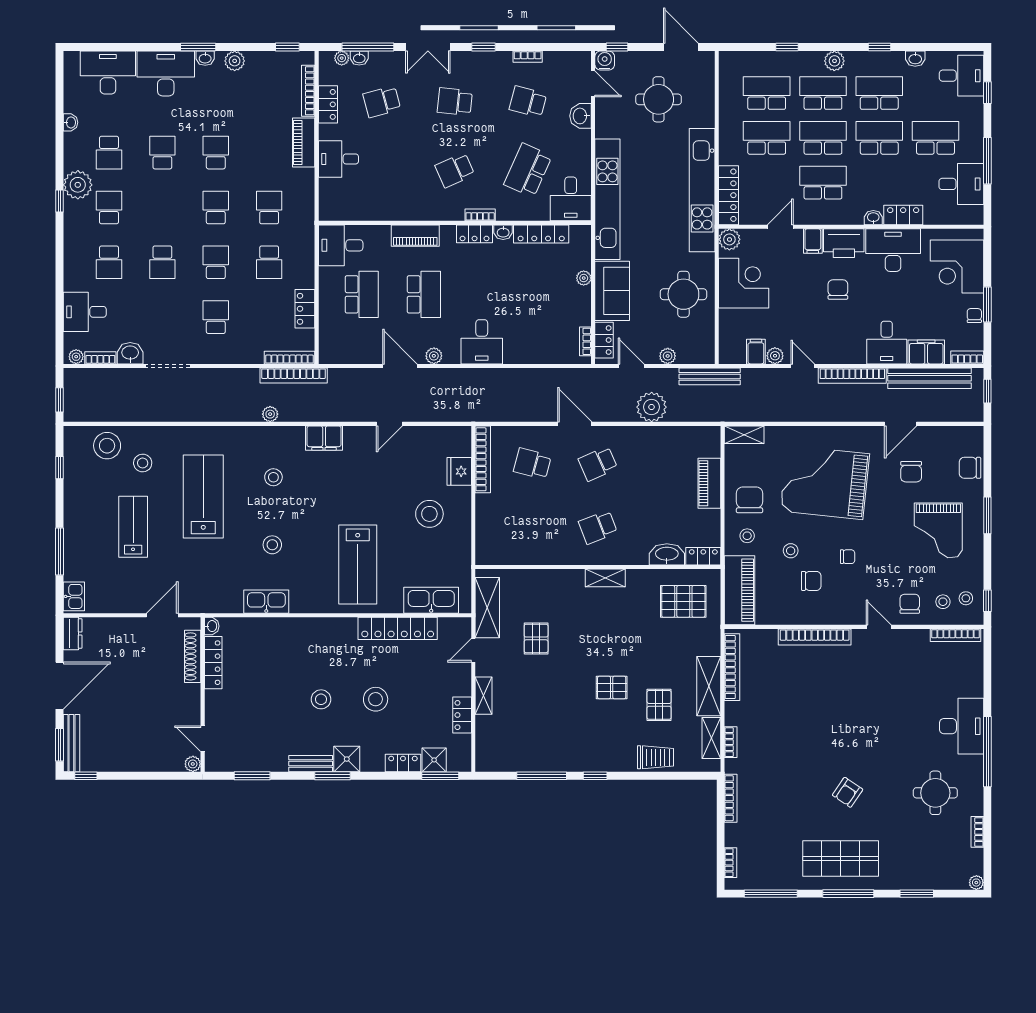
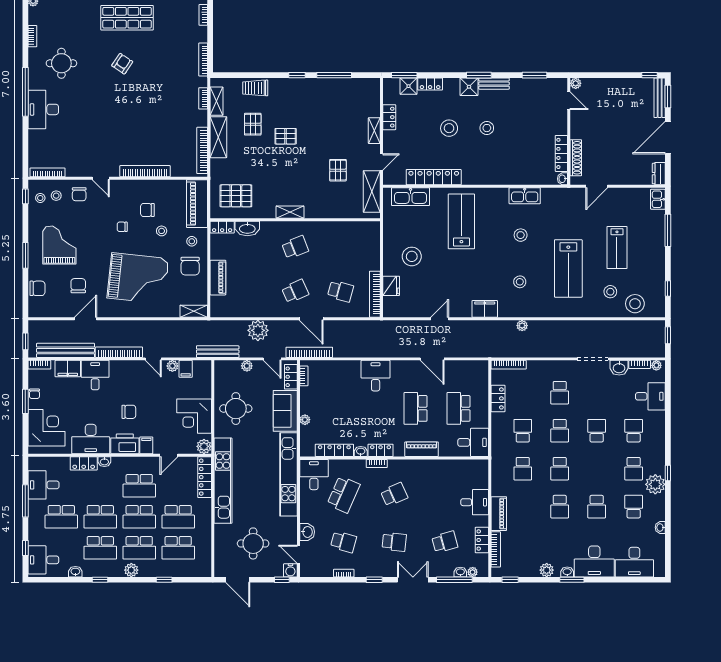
chair: (838, 290) -> (129, 412), turned -90
plant: (434, 356) -> (409, 366), removed
bookcase: (294, 375) -> (309, 352), moved

